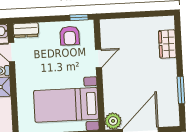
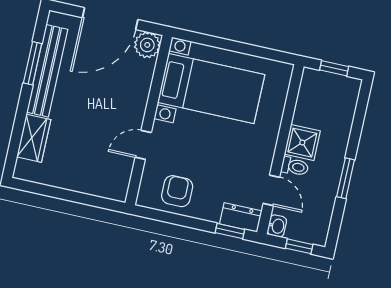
window: (79, 17) -> (230, 231), moved
bench: (171, 88) -> (47, 71), added

